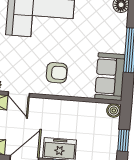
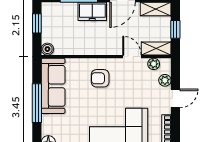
sofa: (110, 77) -> (53, 86), width x1.36

